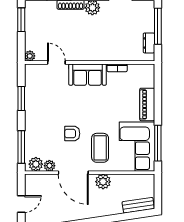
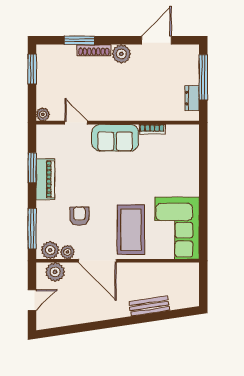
piano: (147, 104) -> (45, 179), moved, turned 180
armchair: (72, 134) -> (79, 216), moved, turned 90
window: (158, 143) -> (203, 224), removed
coffee table: (100, 148) -> (131, 230), width x1.36, depth x1.32
plant: (103, 182) -> (55, 272), moved
bench: (138, 205) -> (149, 306), moved

